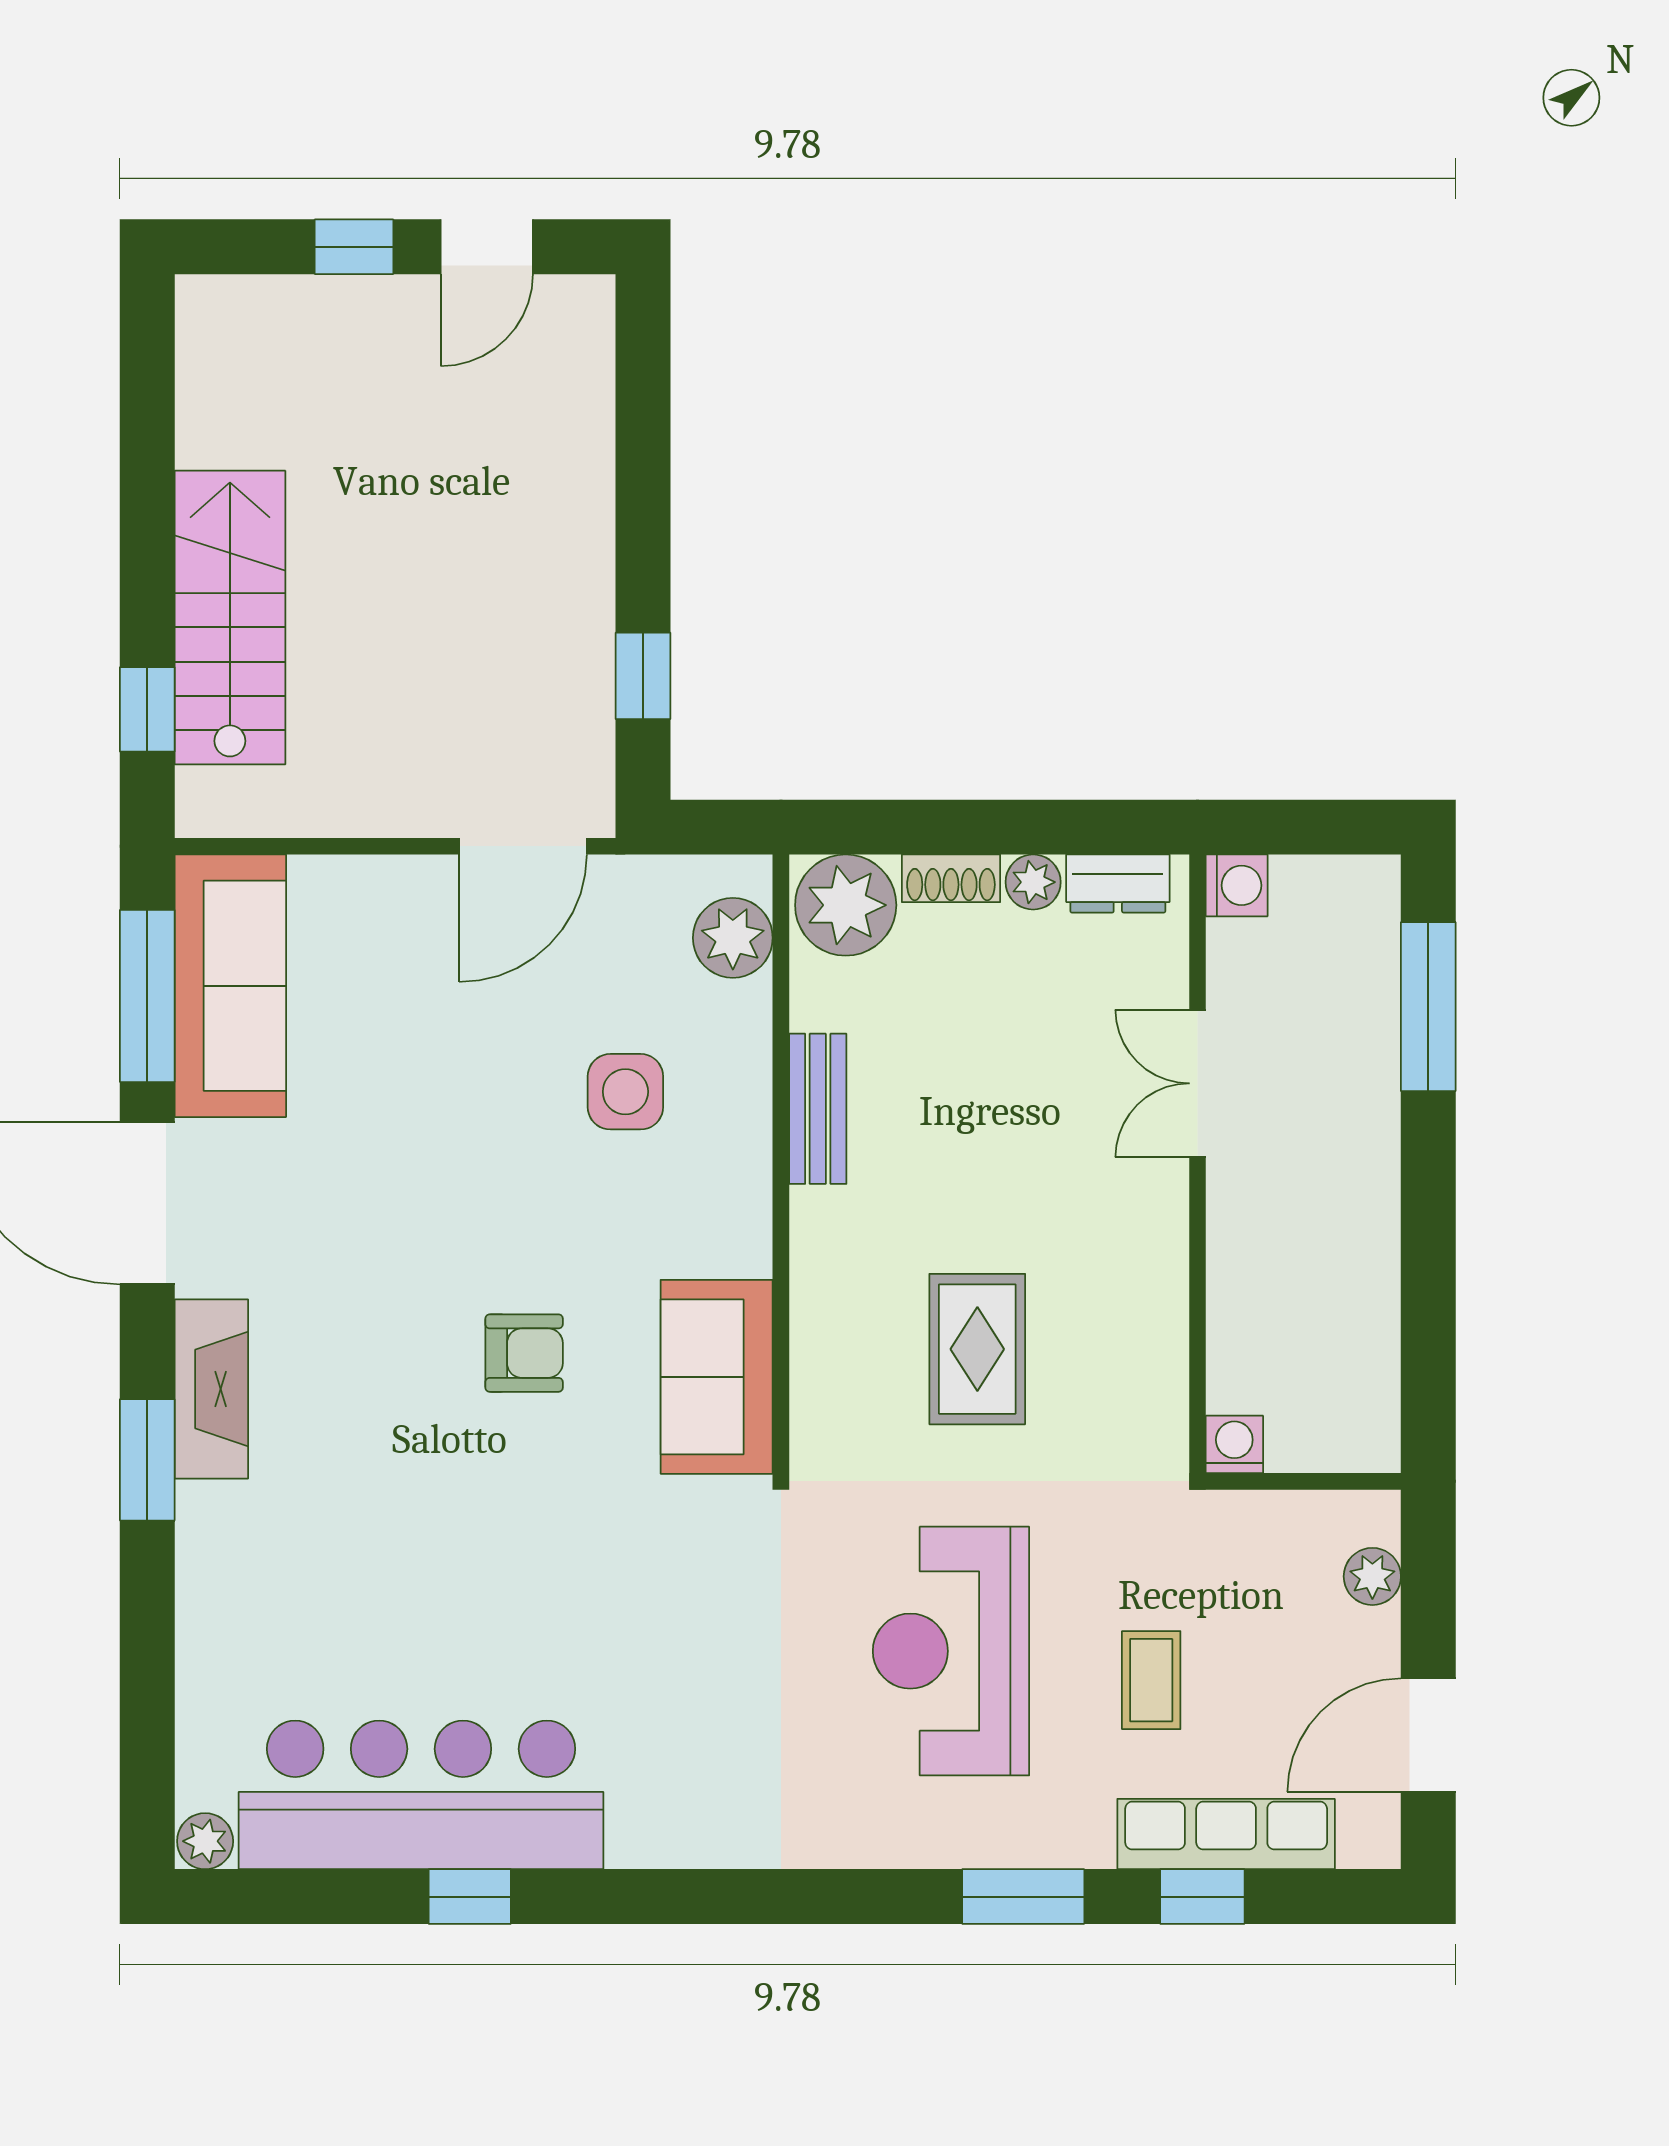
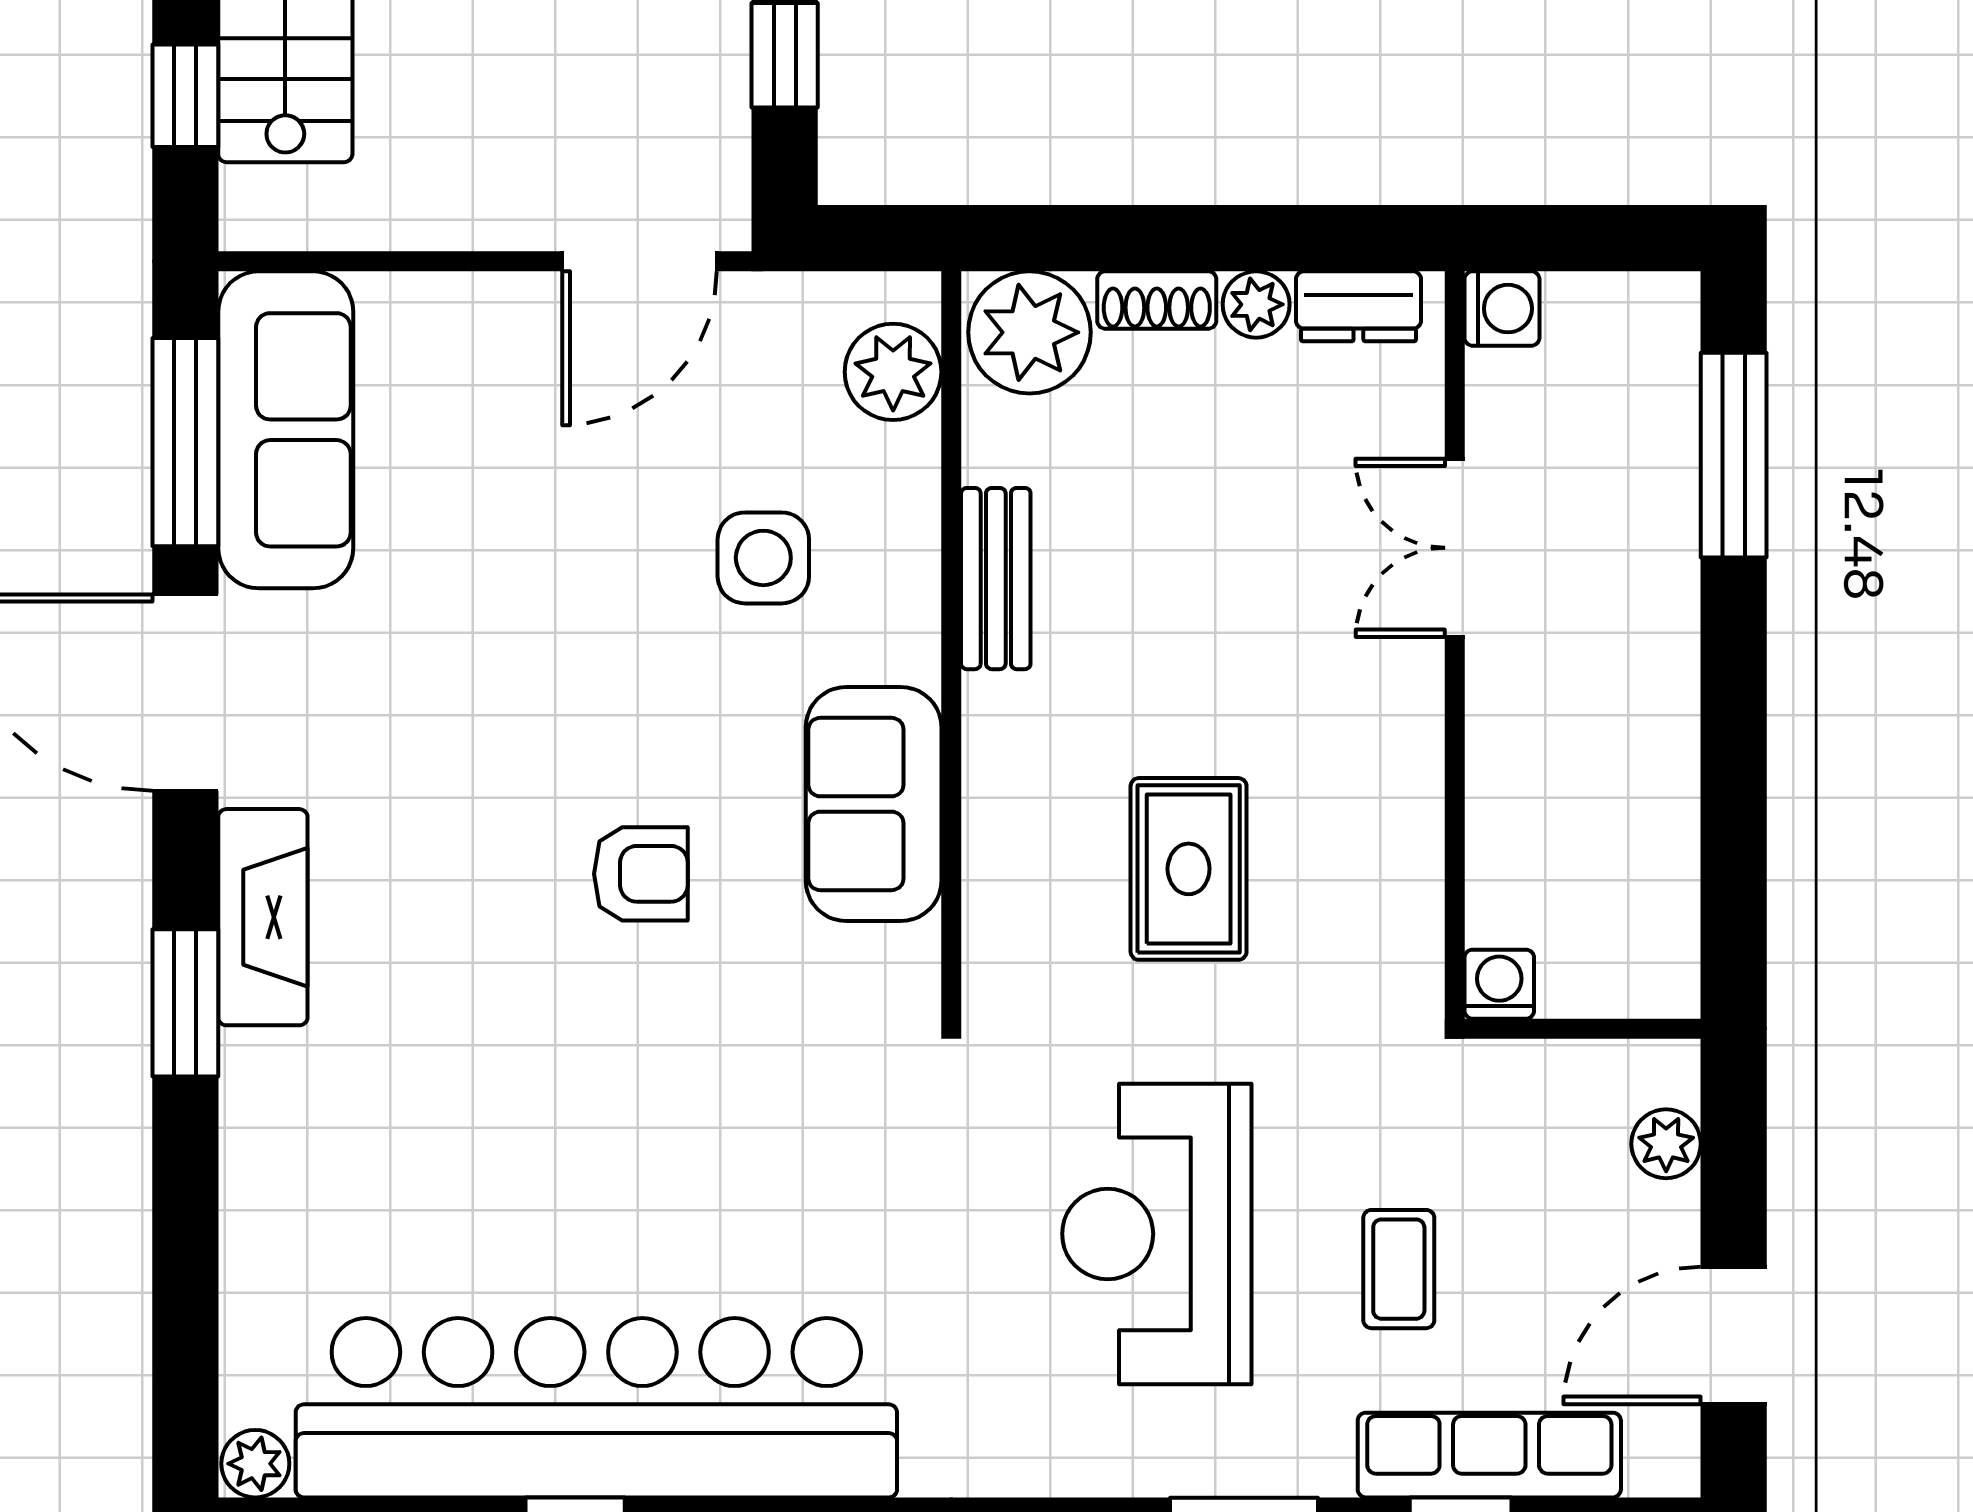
sofa: (717, 1377) -> (874, 804), moved
bar counter: (421, 1795) -> (596, 1408), width x1.36

